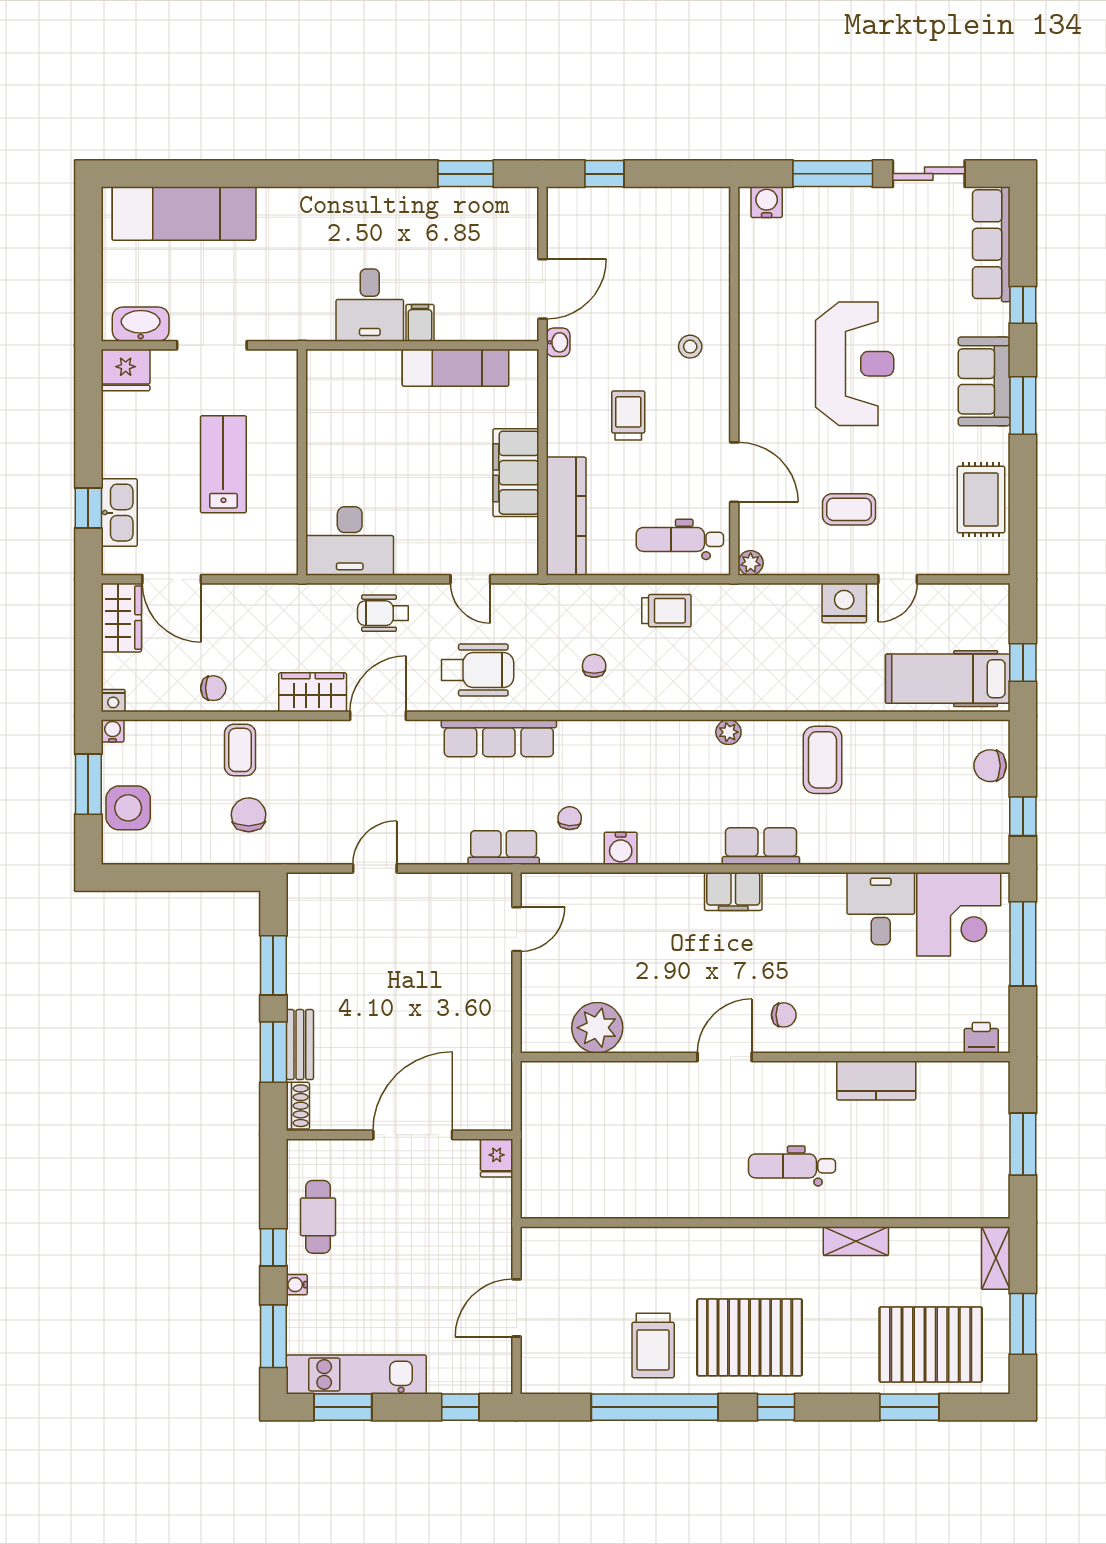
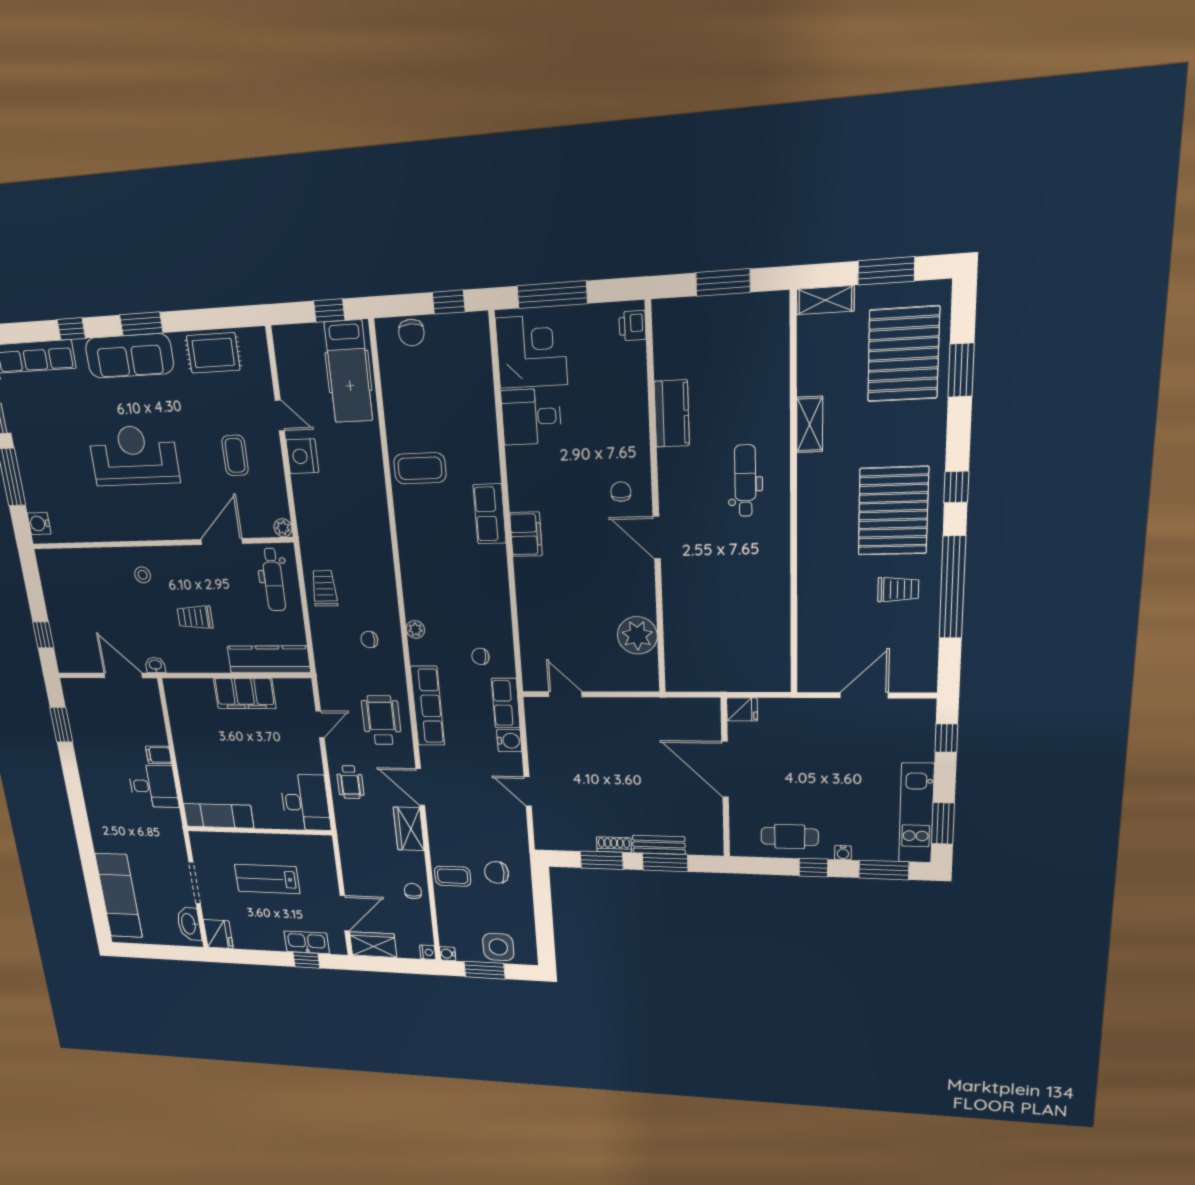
exam couch: (456, 368) -> (219, 816), moved, turned -90
sofa: (984, 381) -> (129, 356), width x1.36
plant: (728, 732) -> (415, 629), moved
water cooler: (621, 848) -> (509, 741), moved
shoe rack: (298, 1106) -> (614, 845), moved
dental chair: (792, 1166) -> (745, 481), turned 180
door: (517, 1308) -> (864, 695), swing flipped
trolley: (653, 1345) -> (898, 589), width x0.73, depth x0.72

